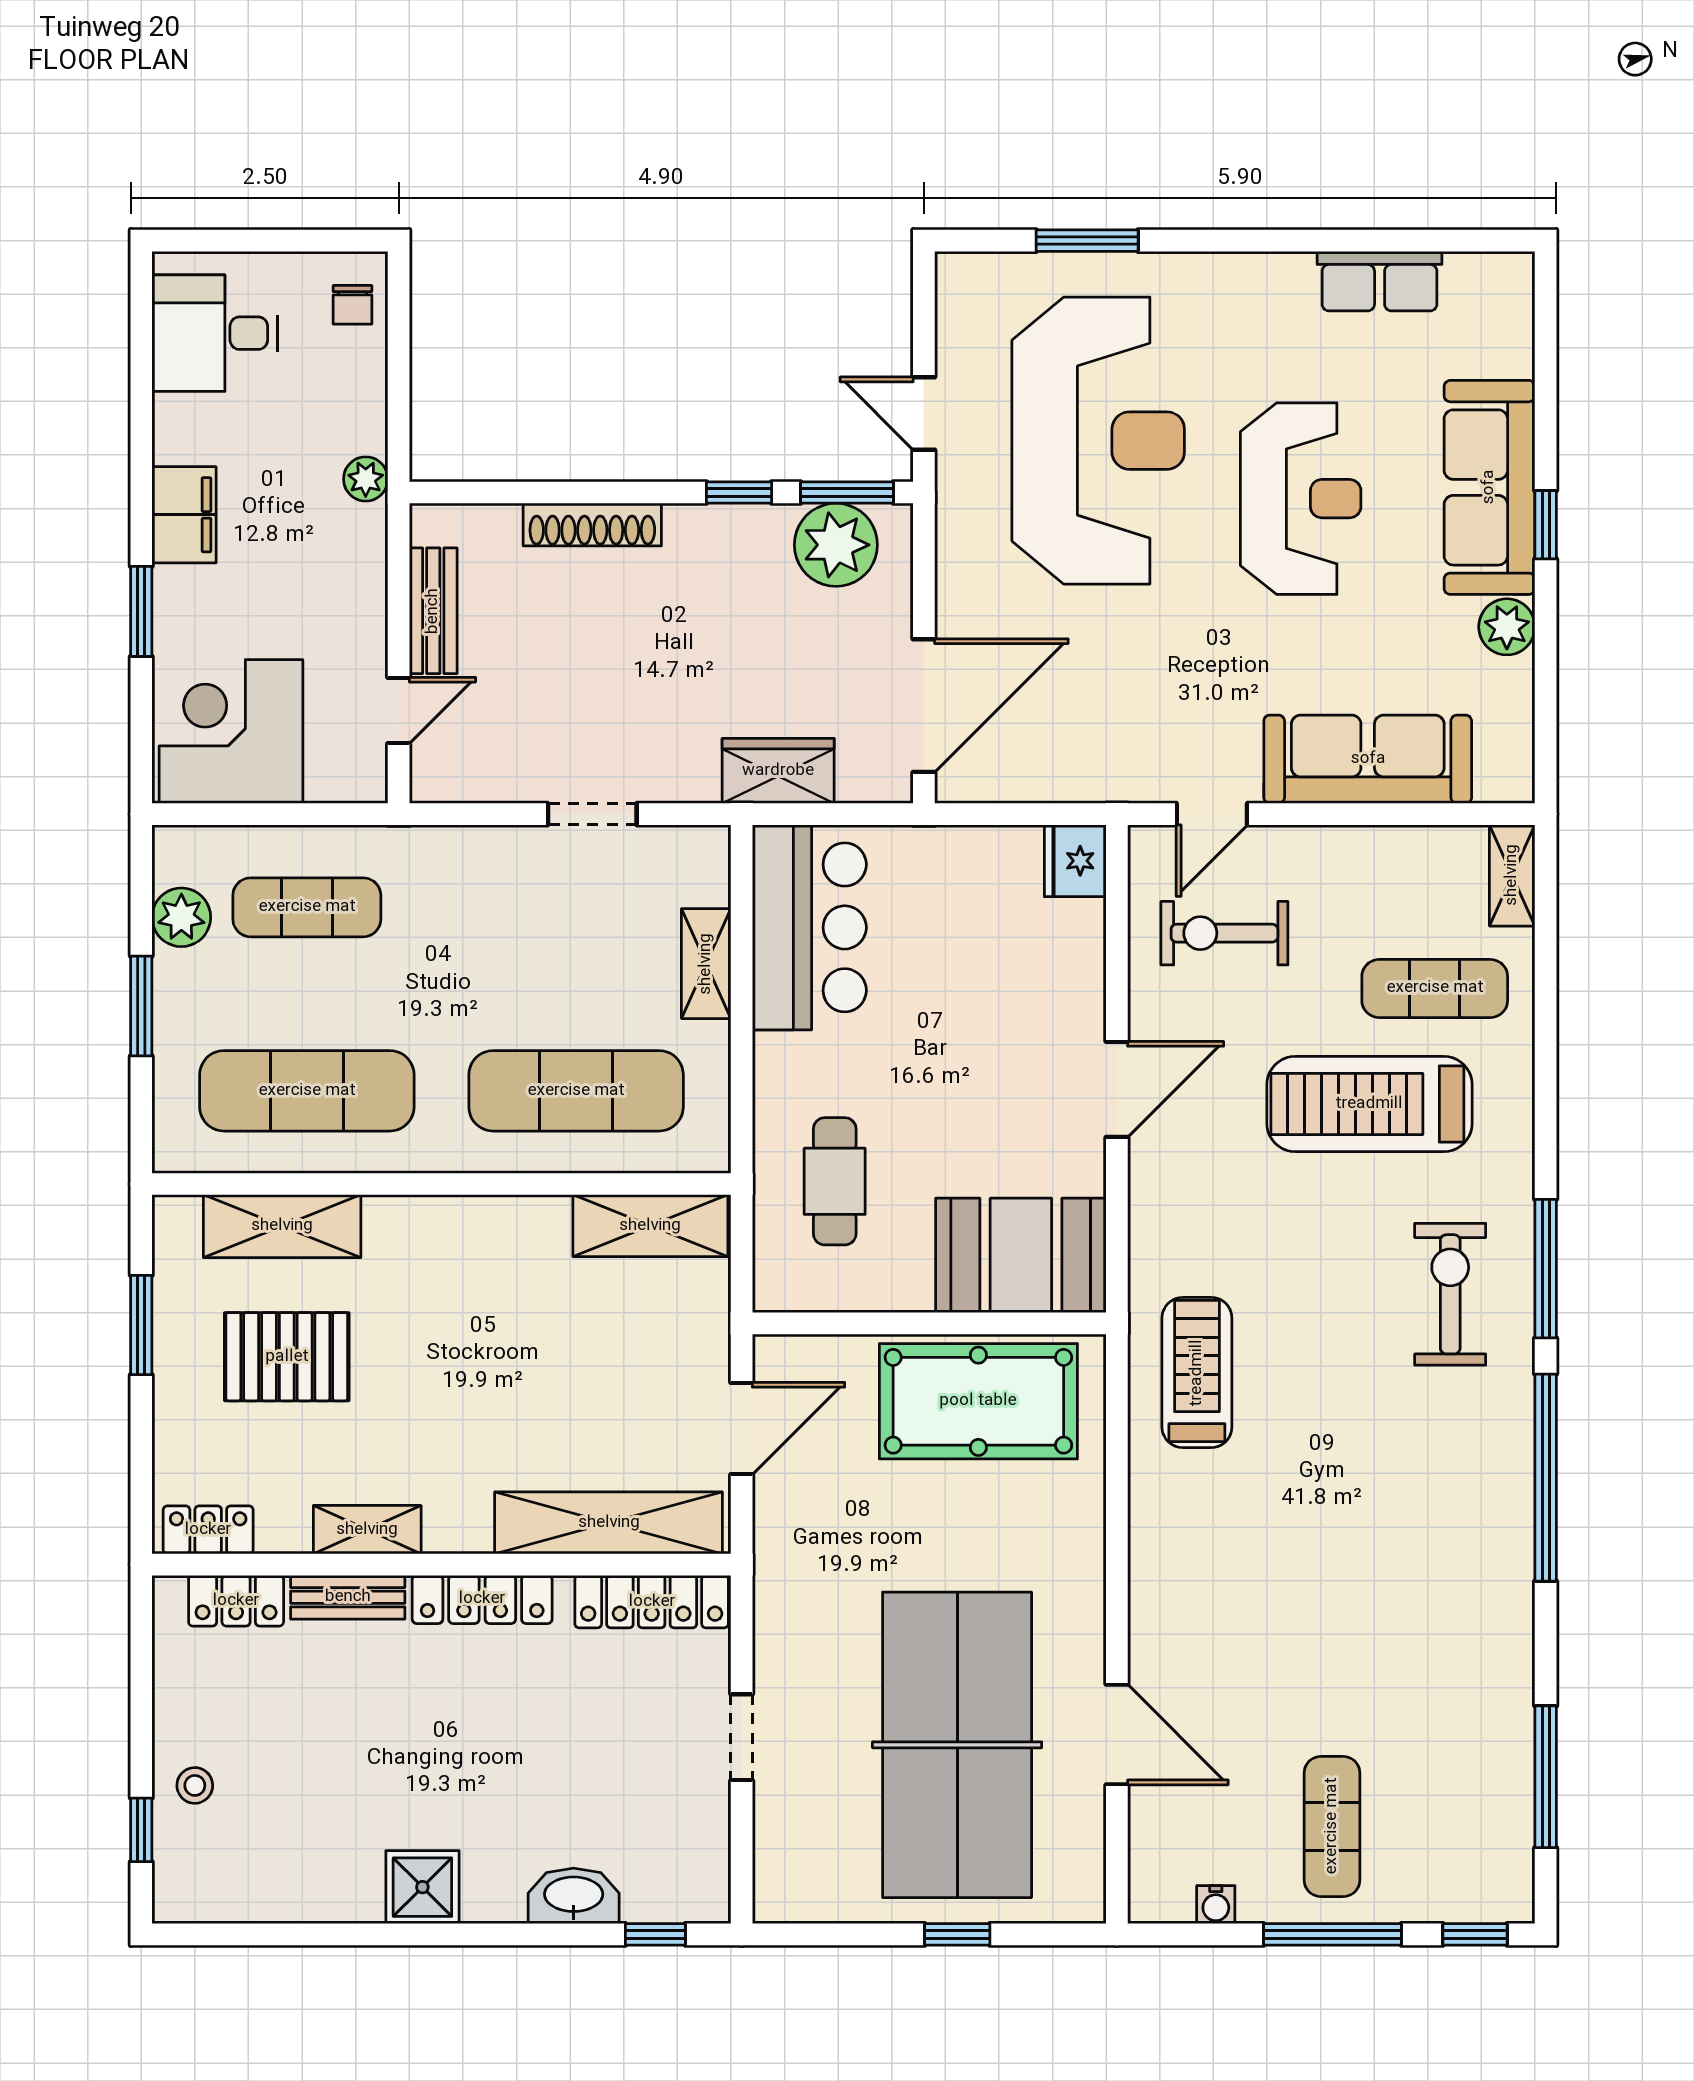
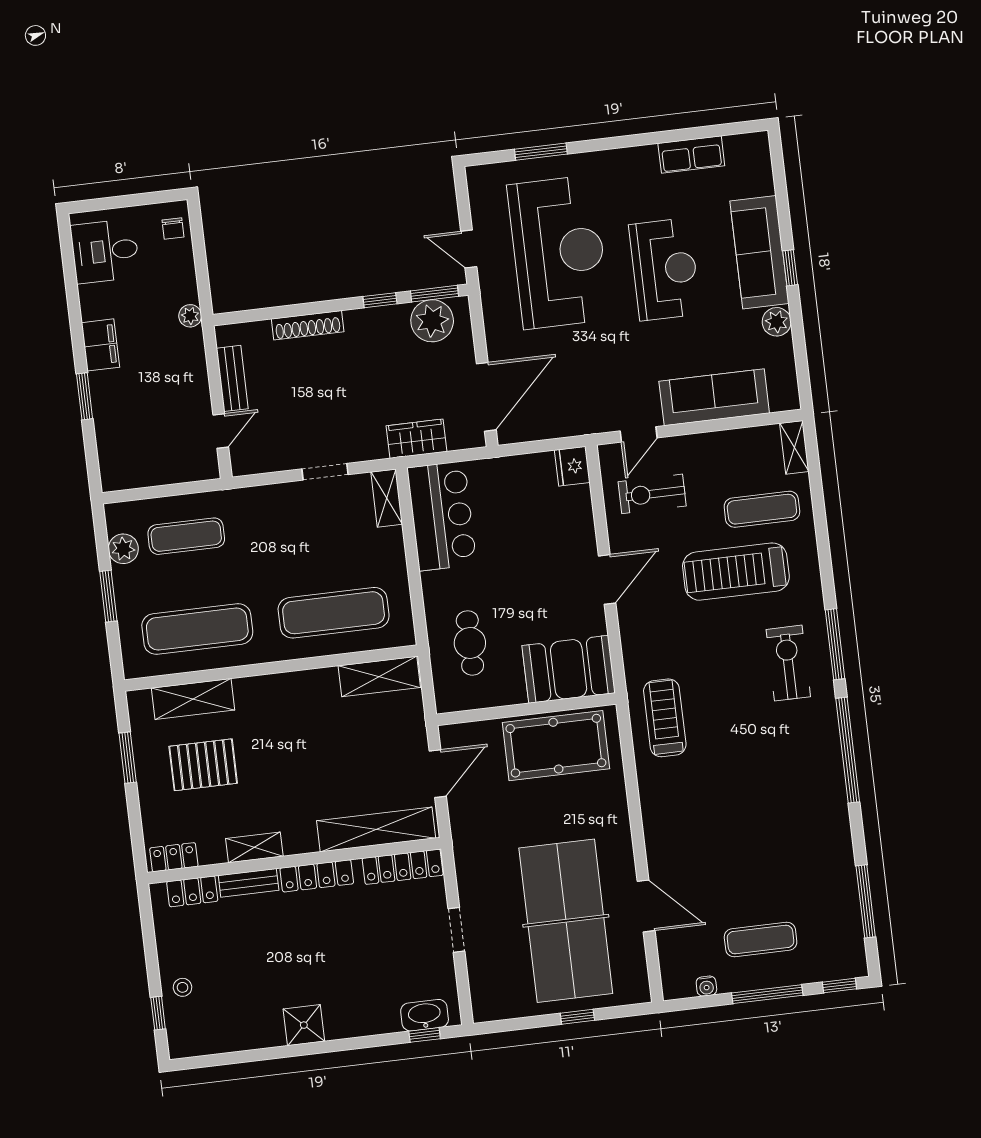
corner desk: (231, 731) -> (137, 452), removed
shelving: (706, 964) -> (387, 498), moved
exercise mat: (1332, 1826) -> (761, 939), turned 90
washbasin: (574, 1896) -> (425, 1015), moved

